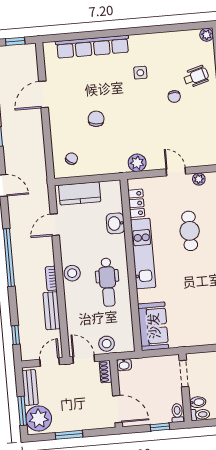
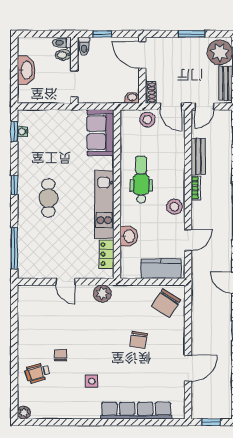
chair: (72, 159) -> (166, 303), width x1.87, depth x1.87
plant: (199, 179) -> (44, 272), removed
cafe table: (190, 231) -> (48, 198), moved
stool: (72, 273) -> (174, 207), moved

